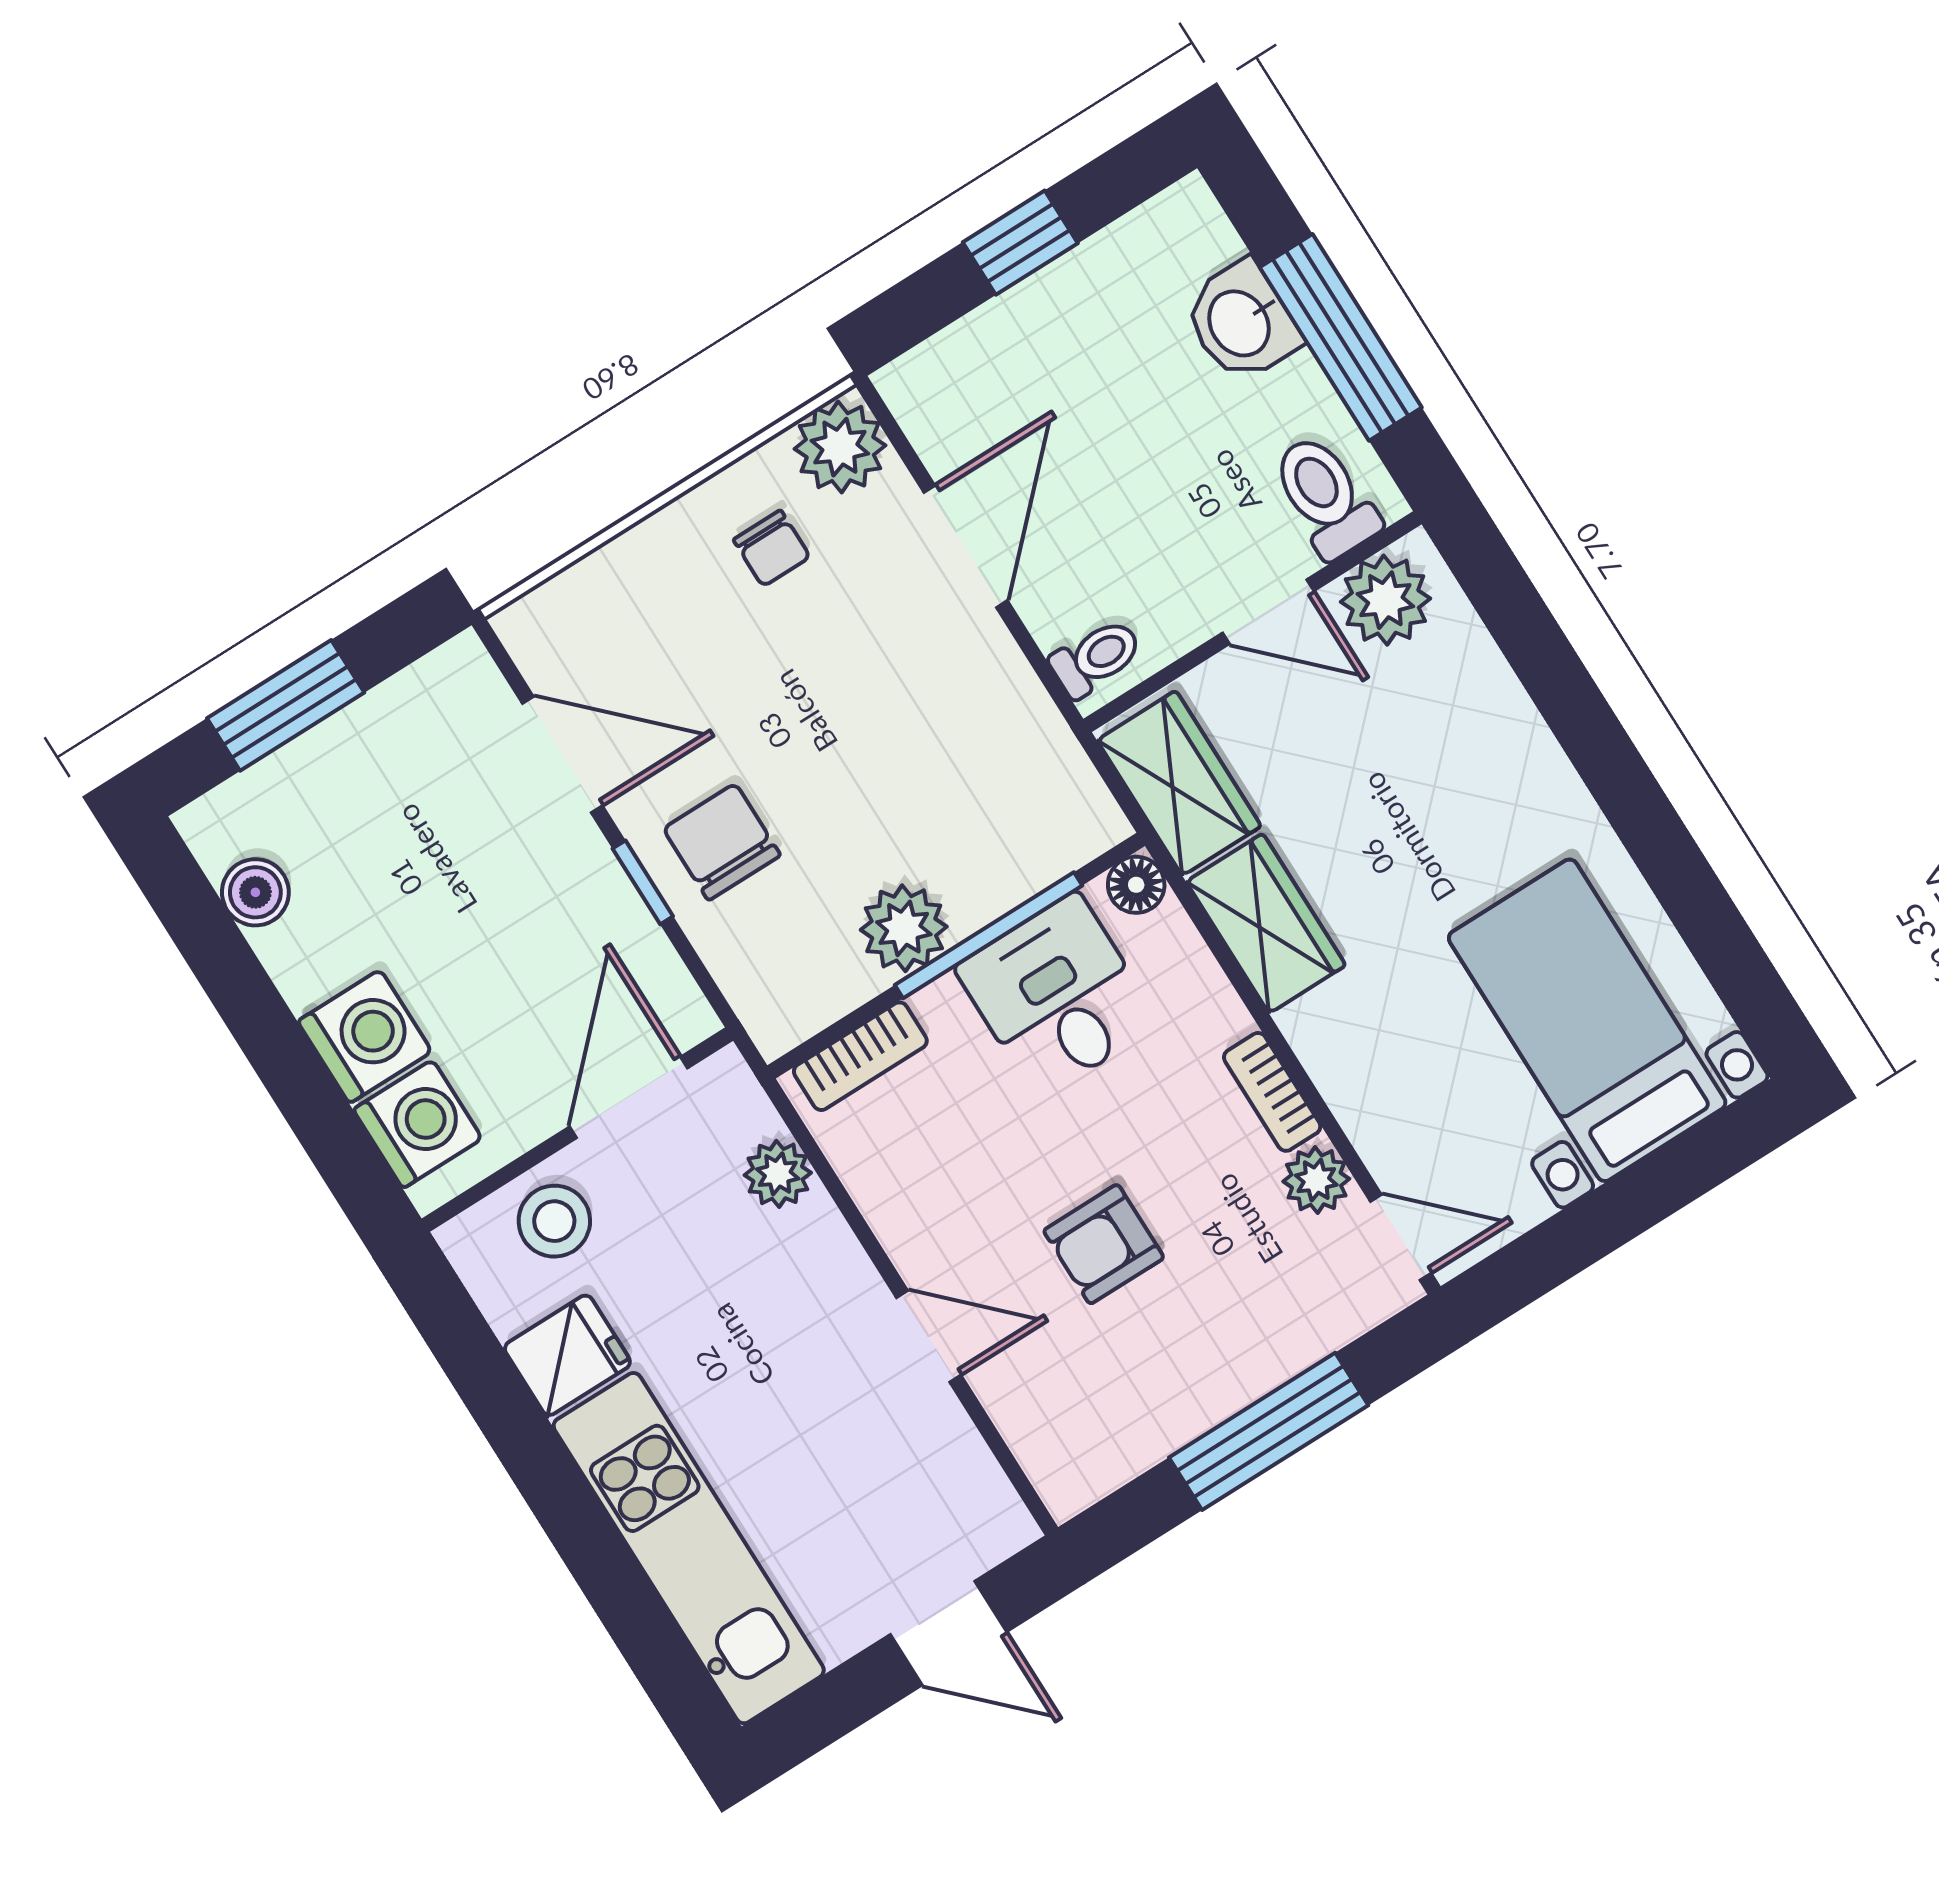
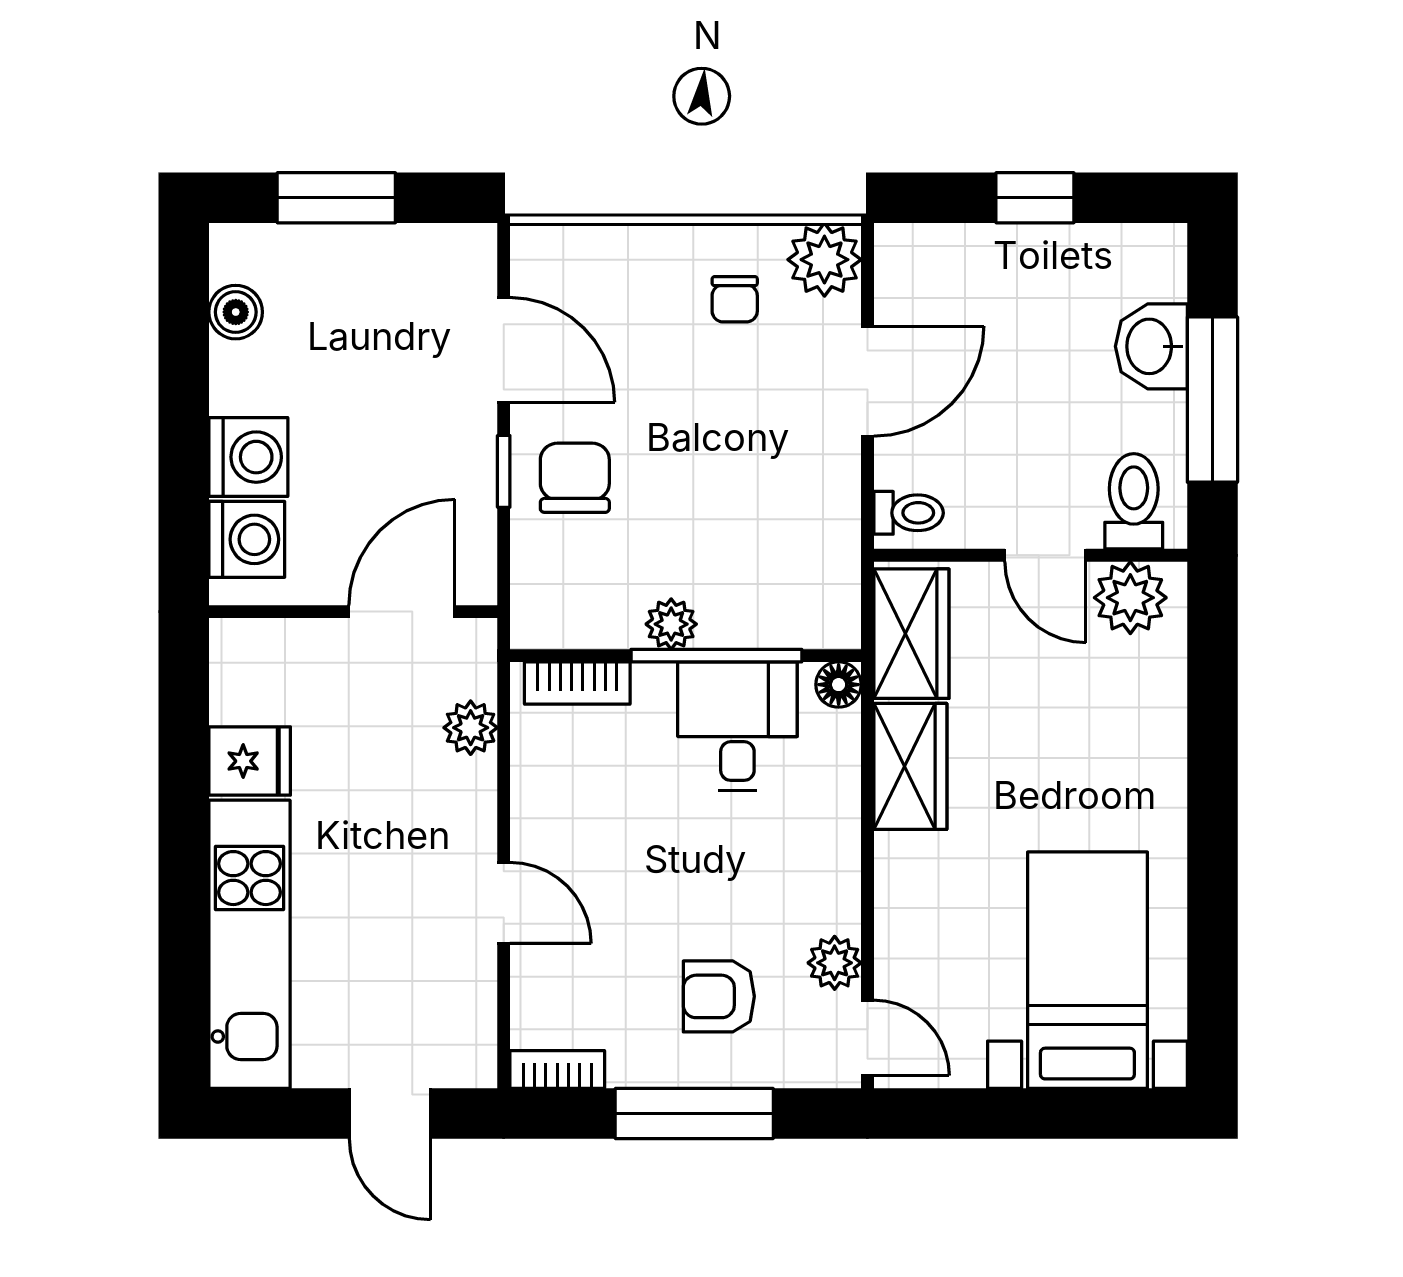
plant: (904, 928) -> (671, 624), width x0.73, depth x0.73
bookcase: (1272, 1092) -> (557, 1069), moved, turned 90
stool: (554, 1221) -> (298, 664), removed
armchair: (1104, 1244) -> (719, 996), moved

